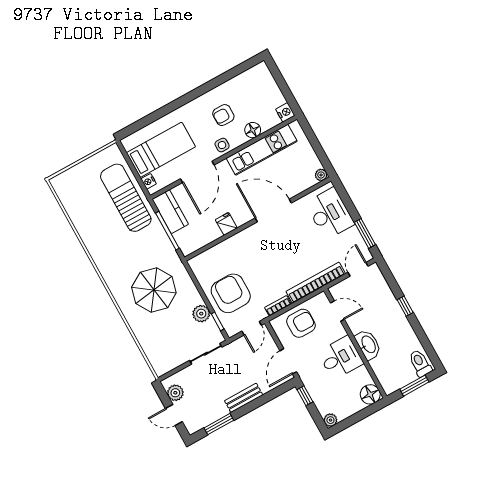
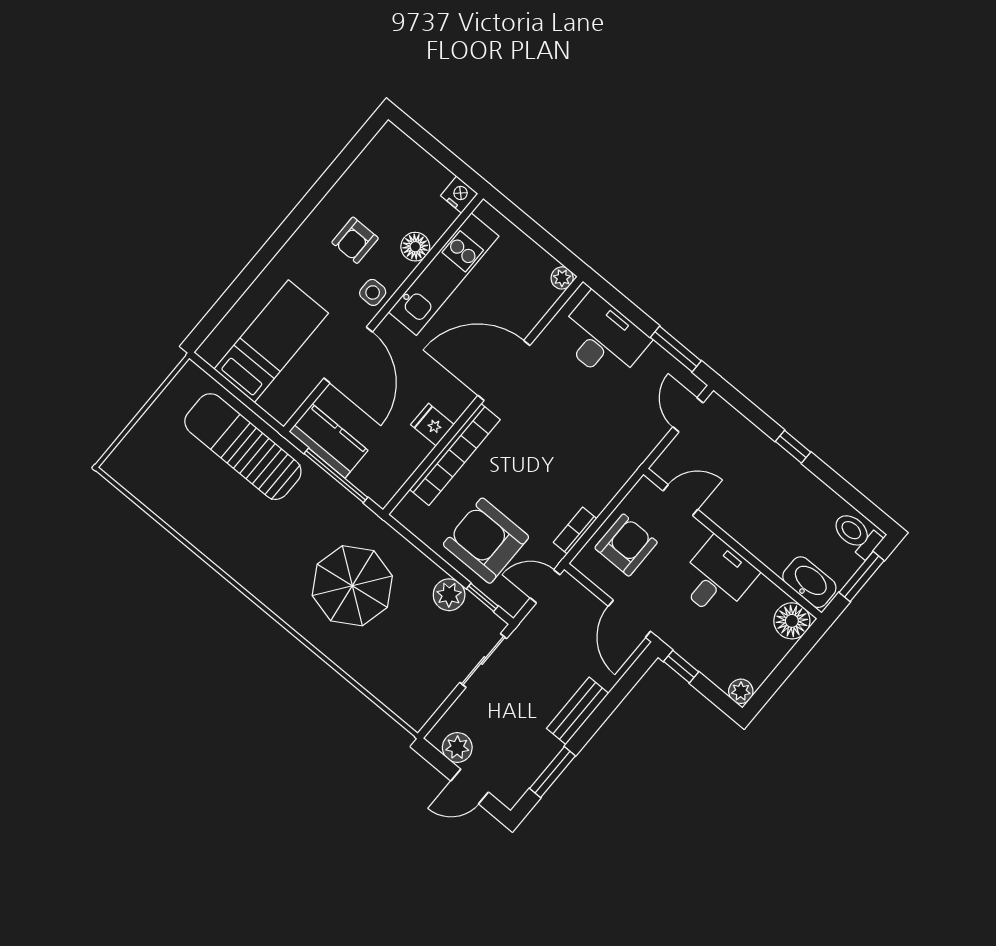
nightstand: (149, 181) -> (271, 403), removed
bookcase: (316, 283) -> (455, 455), moved, turned 180
door: (252, 328) -> (545, 586), swing flipped
washbasin: (368, 345) -> (809, 582), moved

